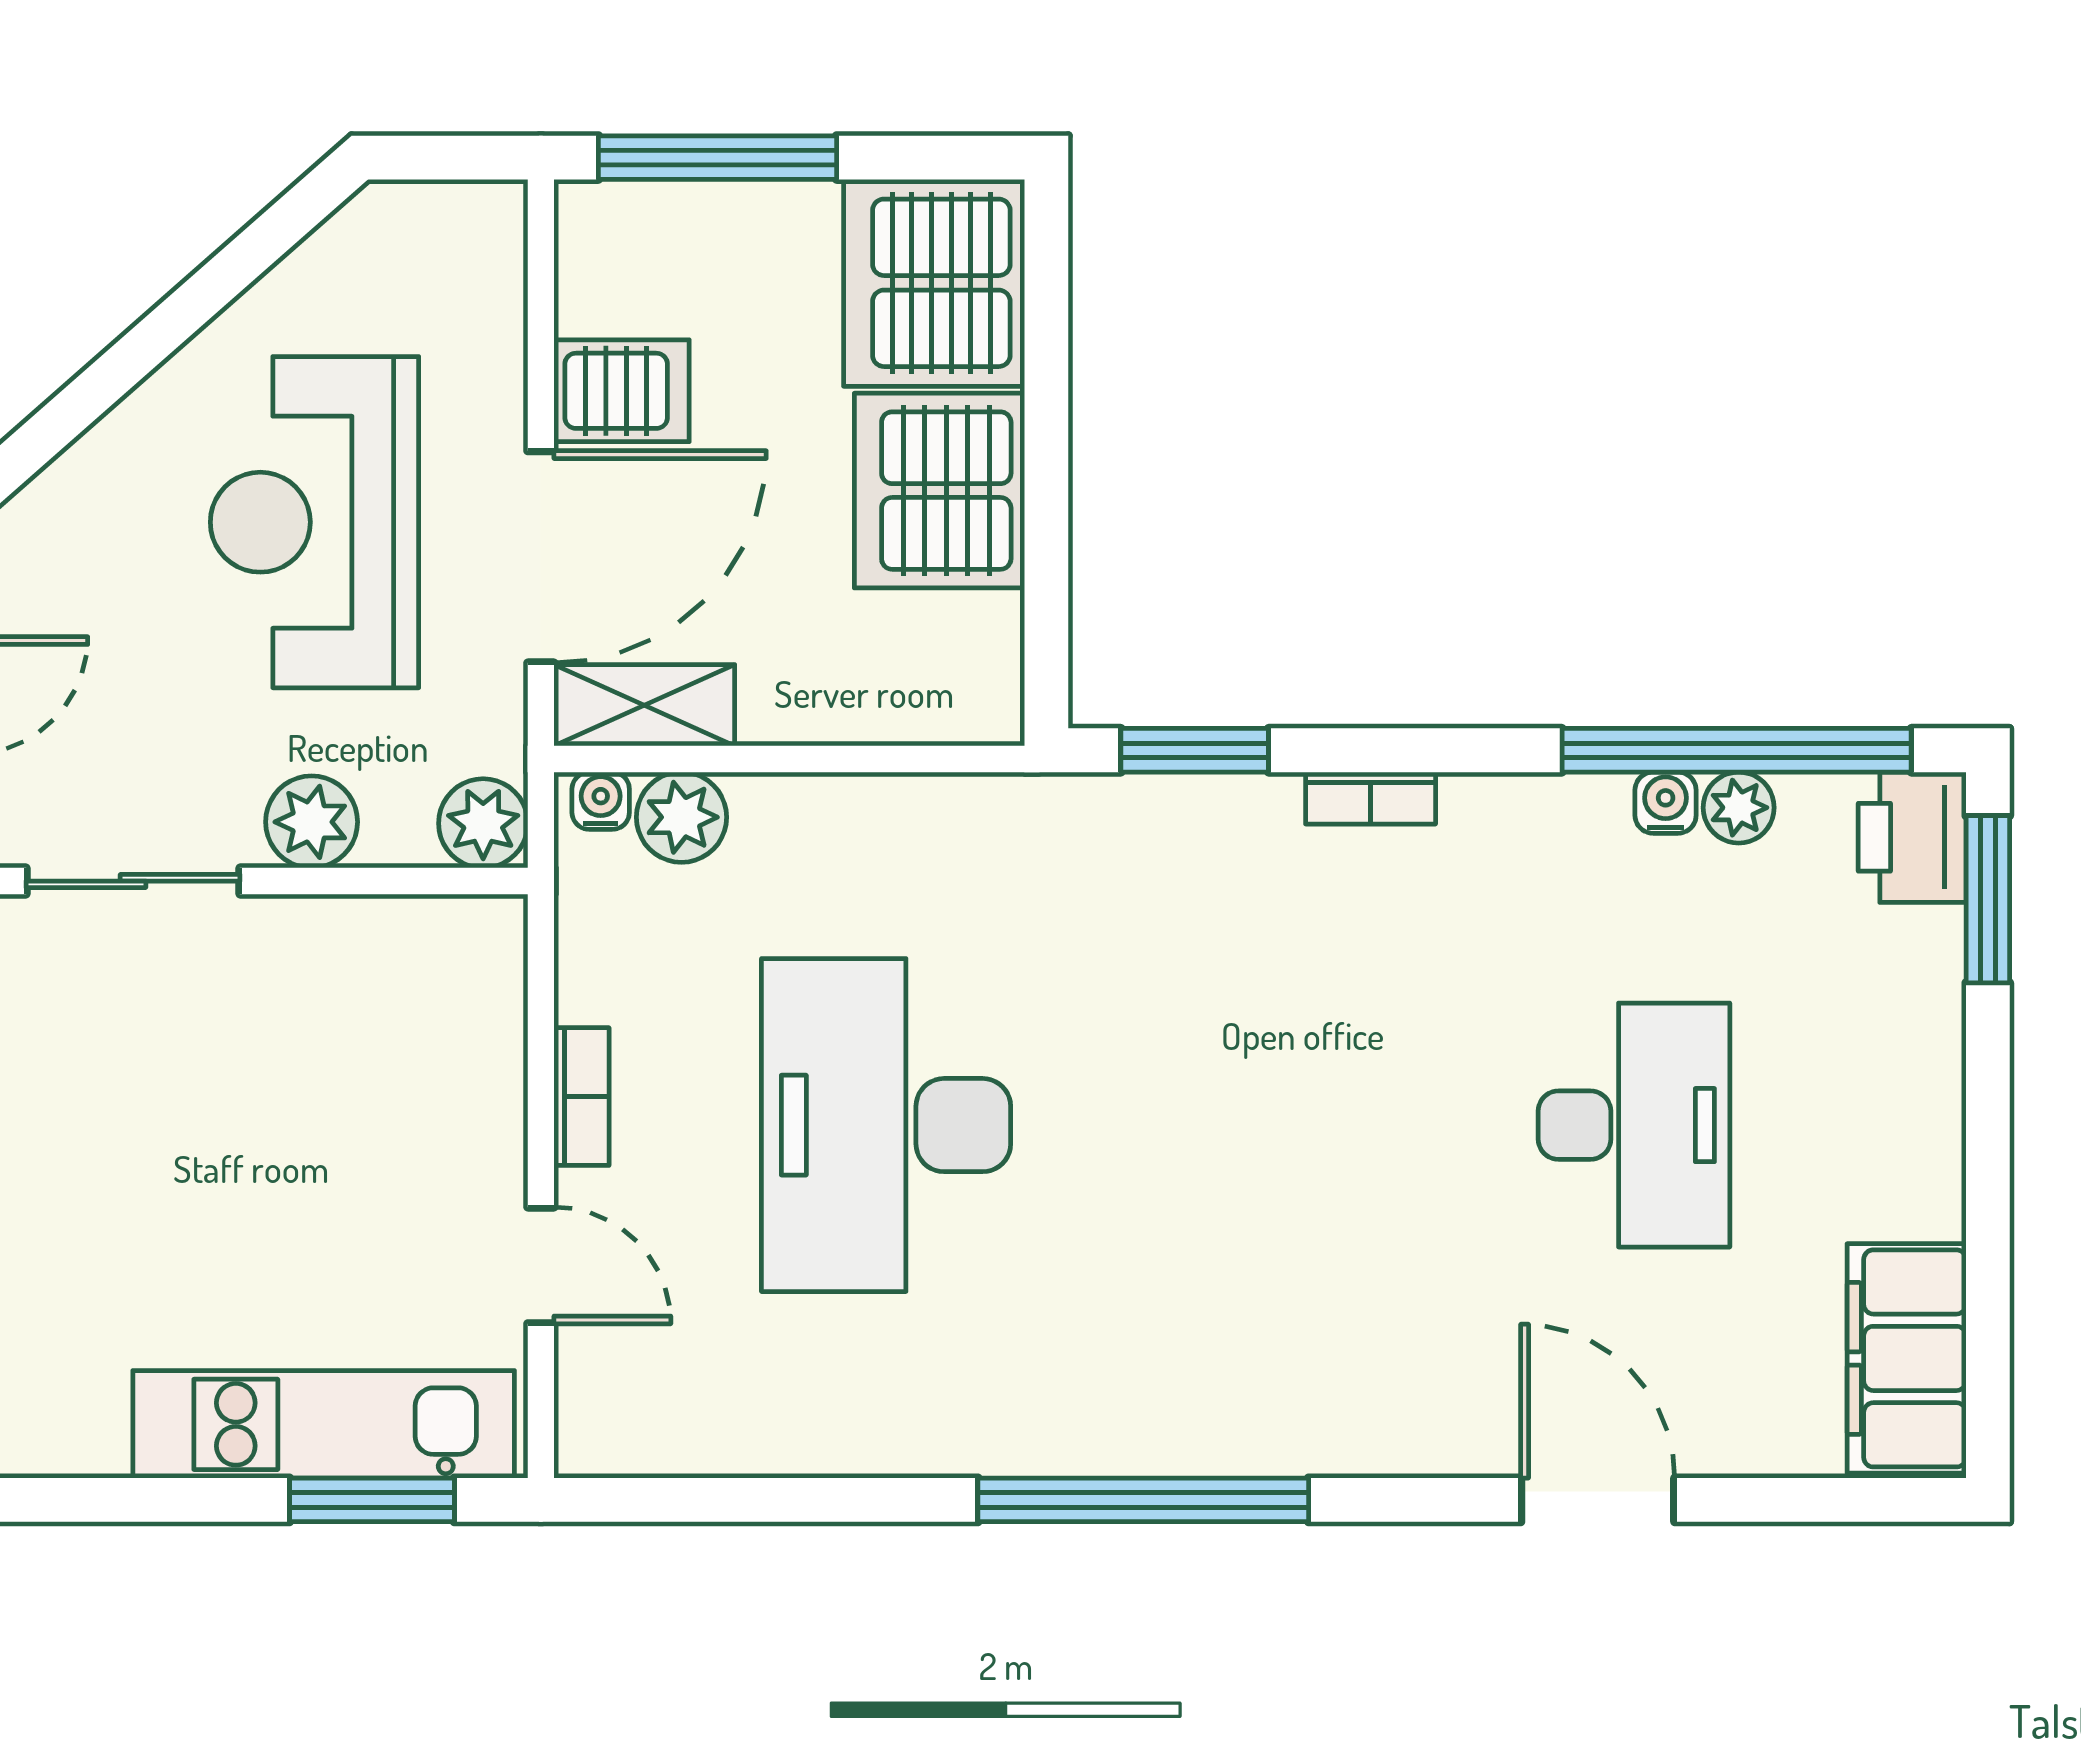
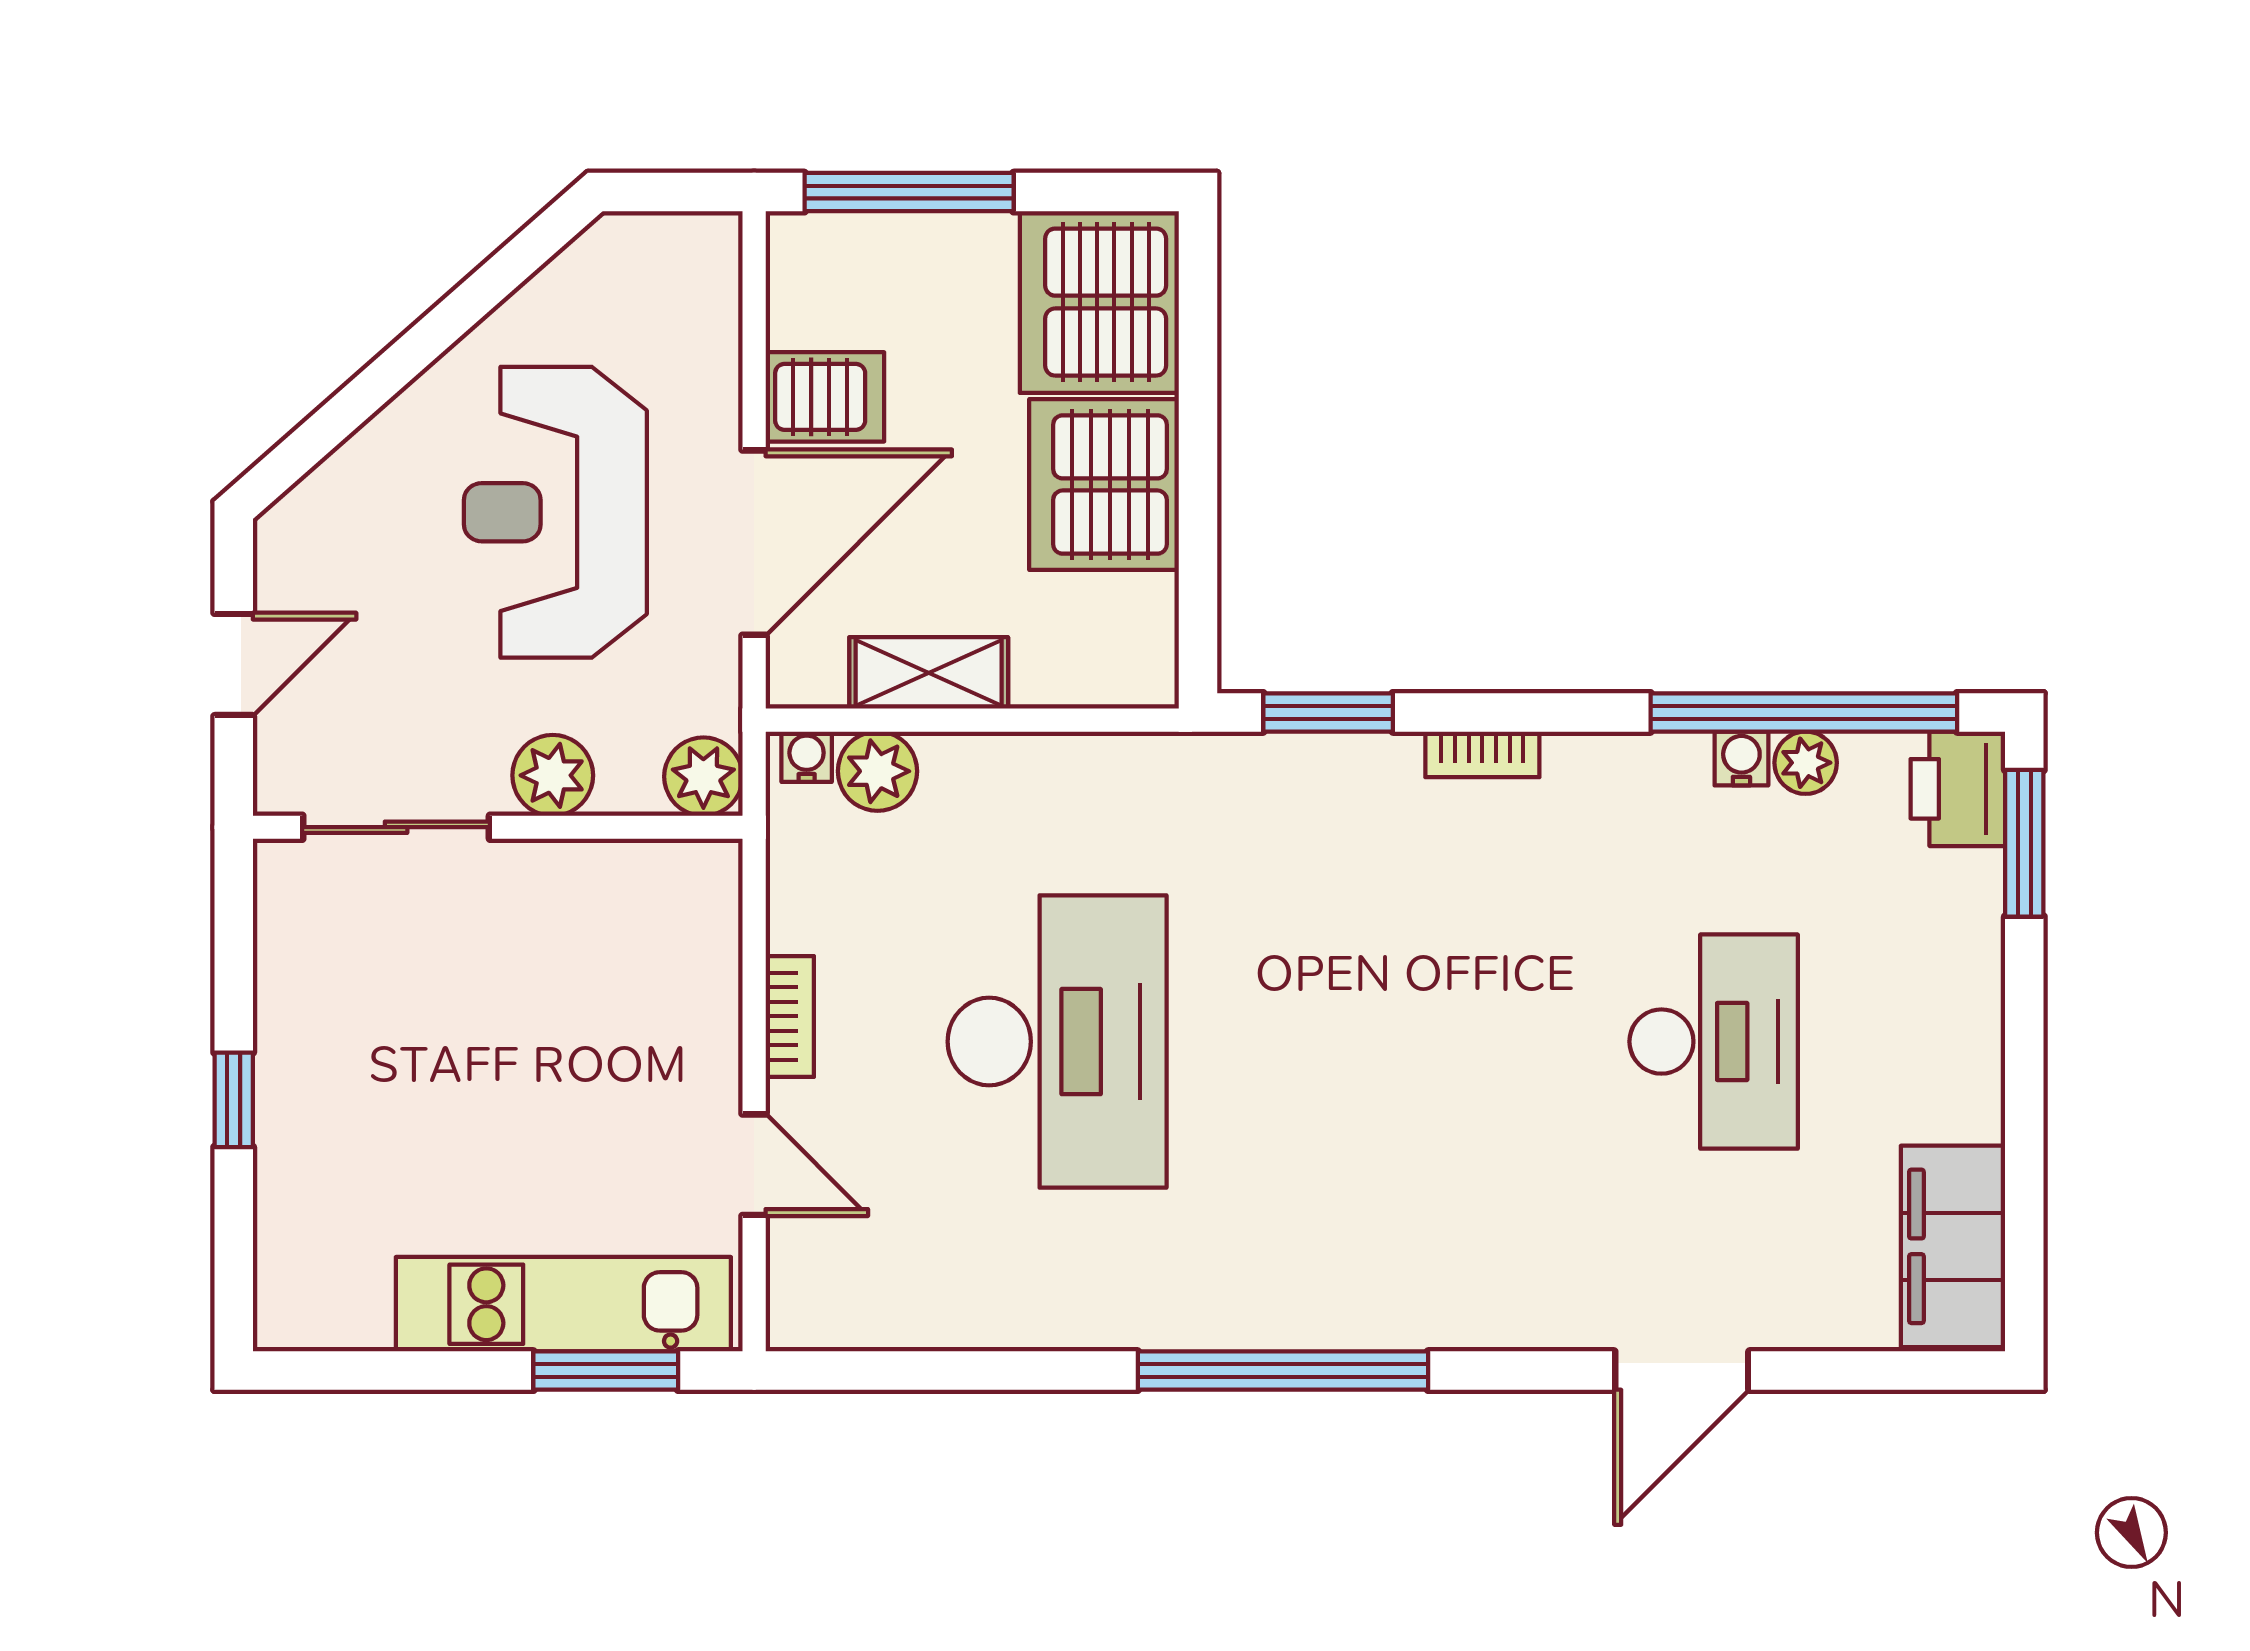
shelving: (644, 705) -> (929, 673), moved
desk: (886, 1125) -> (1057, 1042), turned 180
door: (1598, 1500) -> (1682, 1371), swing flipped

